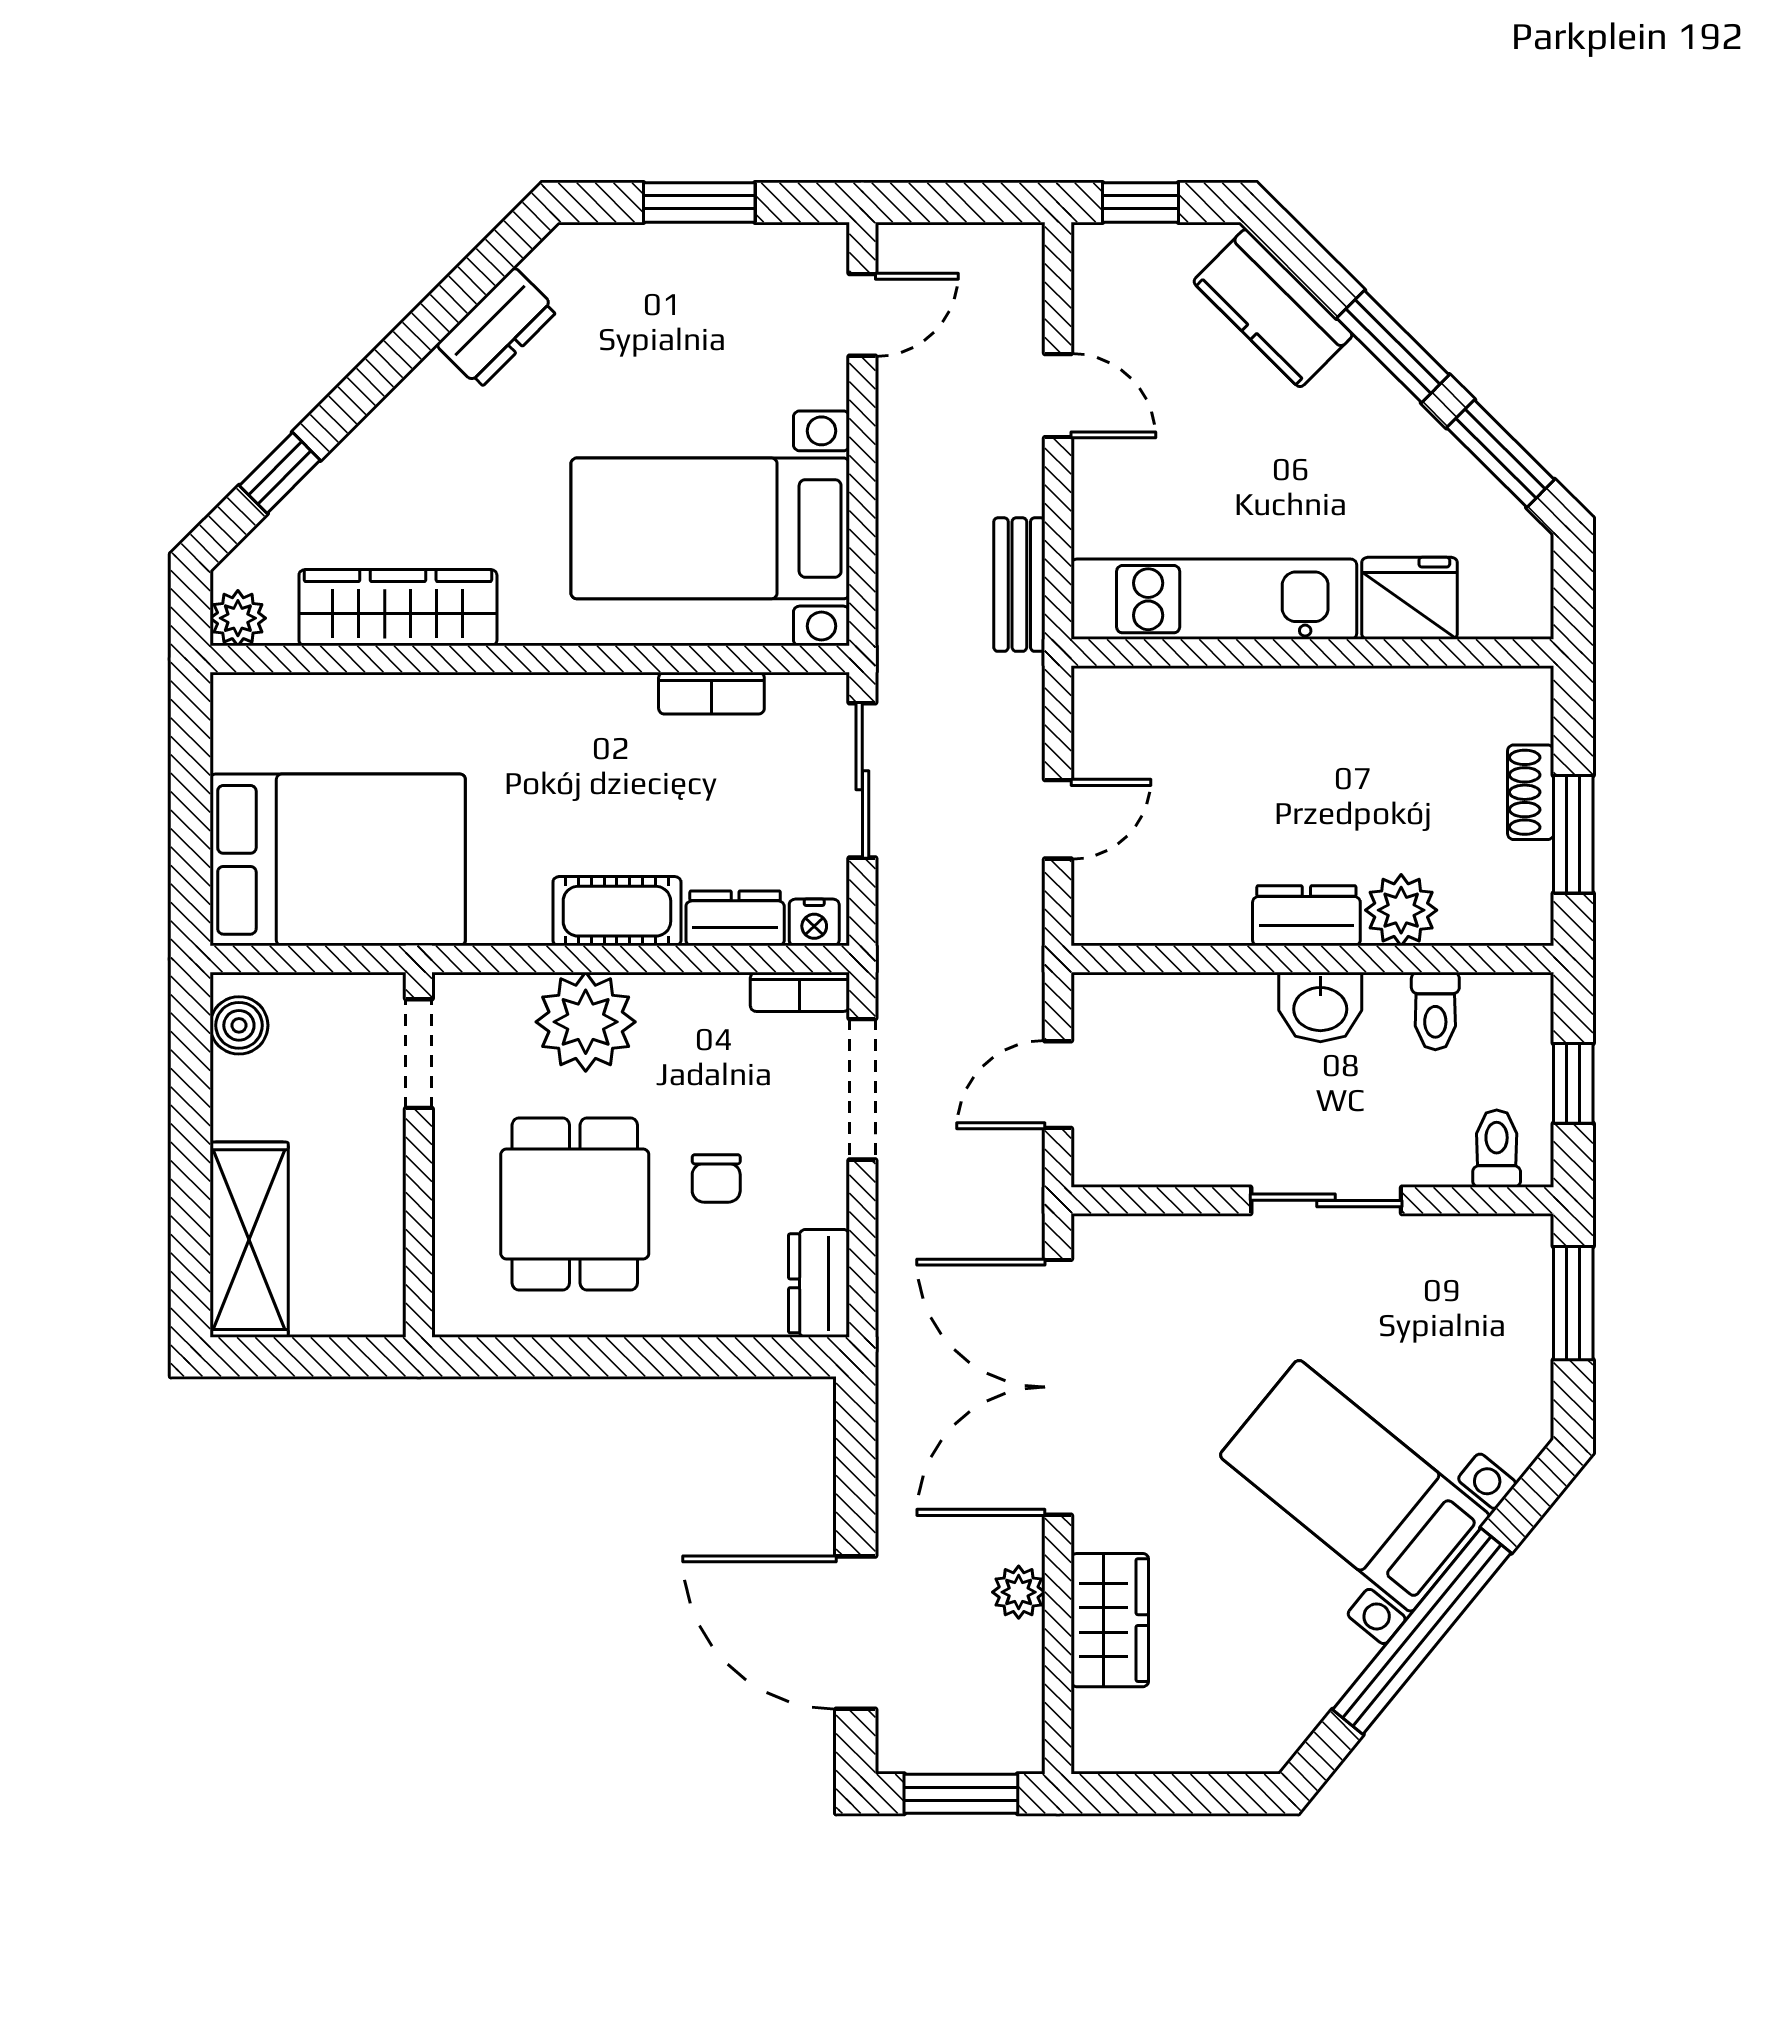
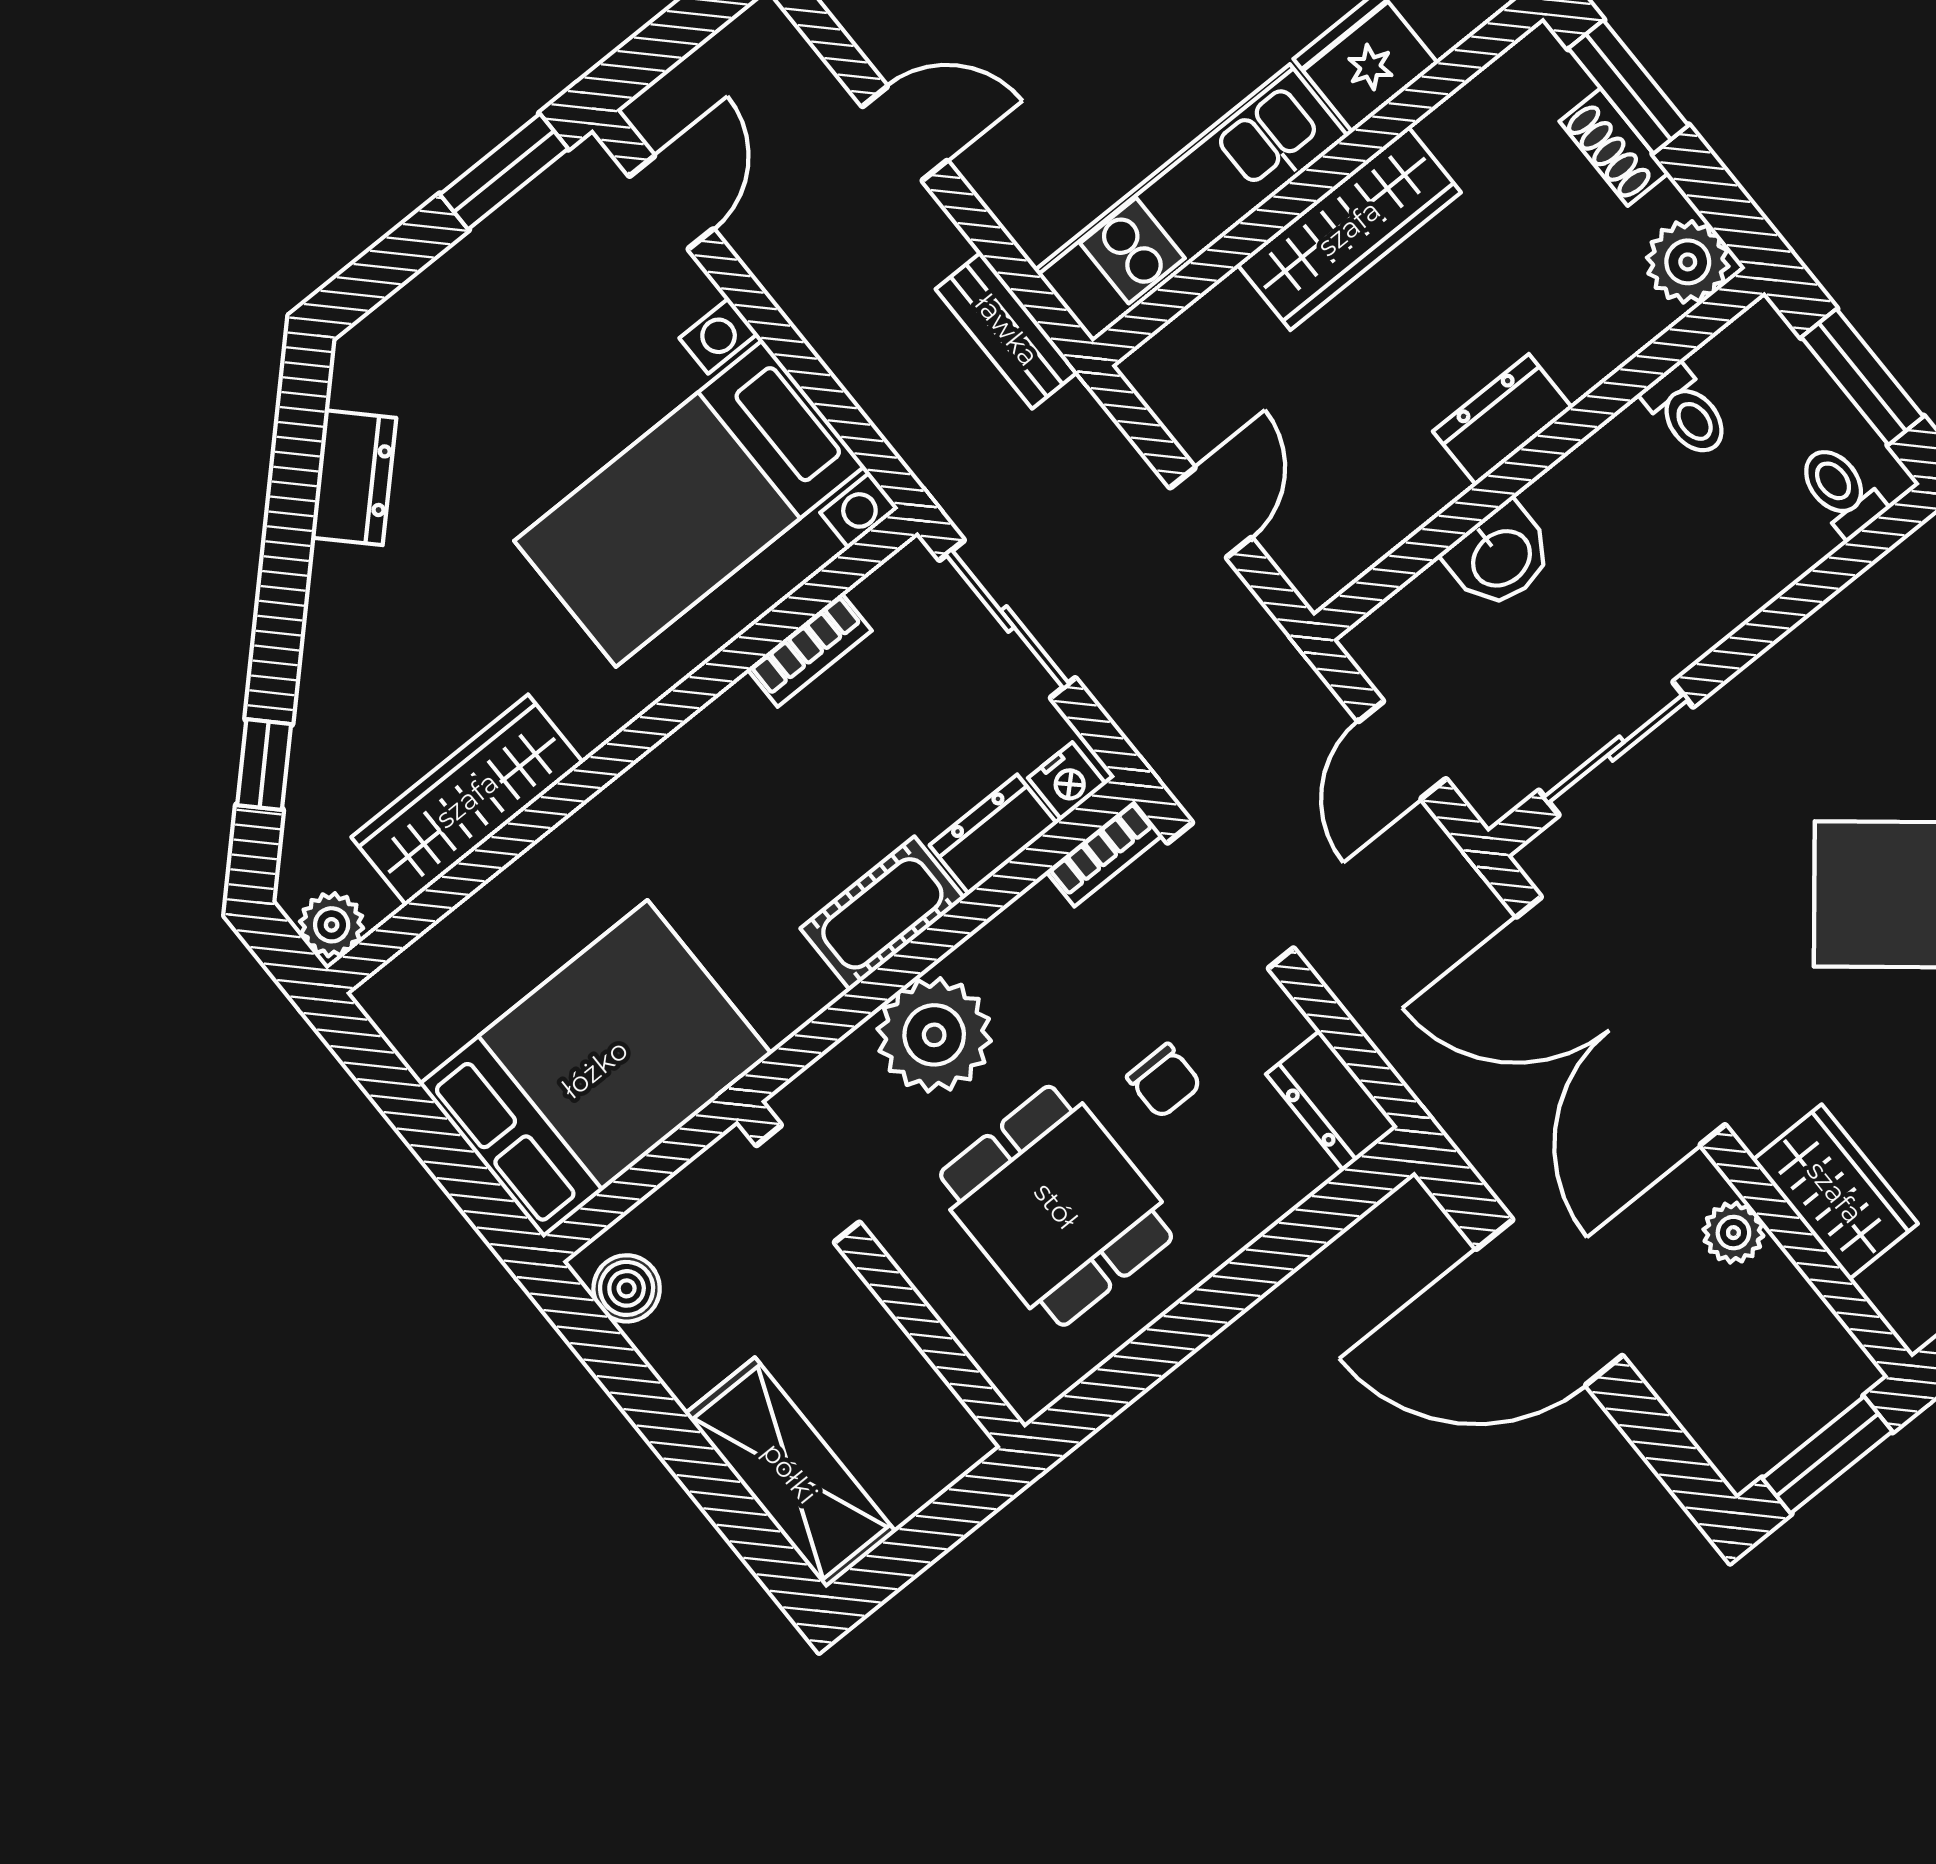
window: (699, 202) -> (504, 171), moved
wardrobe: (1307, 702) -> (1349, 228), added
window: (1573, 834) -> (1628, 87), moved
plant: (1401, 910) -> (1688, 262), moved
washbasin: (1320, 1007) -> (1500, 557), moved
window: (1573, 1083) -> (1862, 377), width x1.50
sliding door: (1326, 1200) -> (1616, 749), moved
door: (856, 1633) -> (1549, 1302), moved

